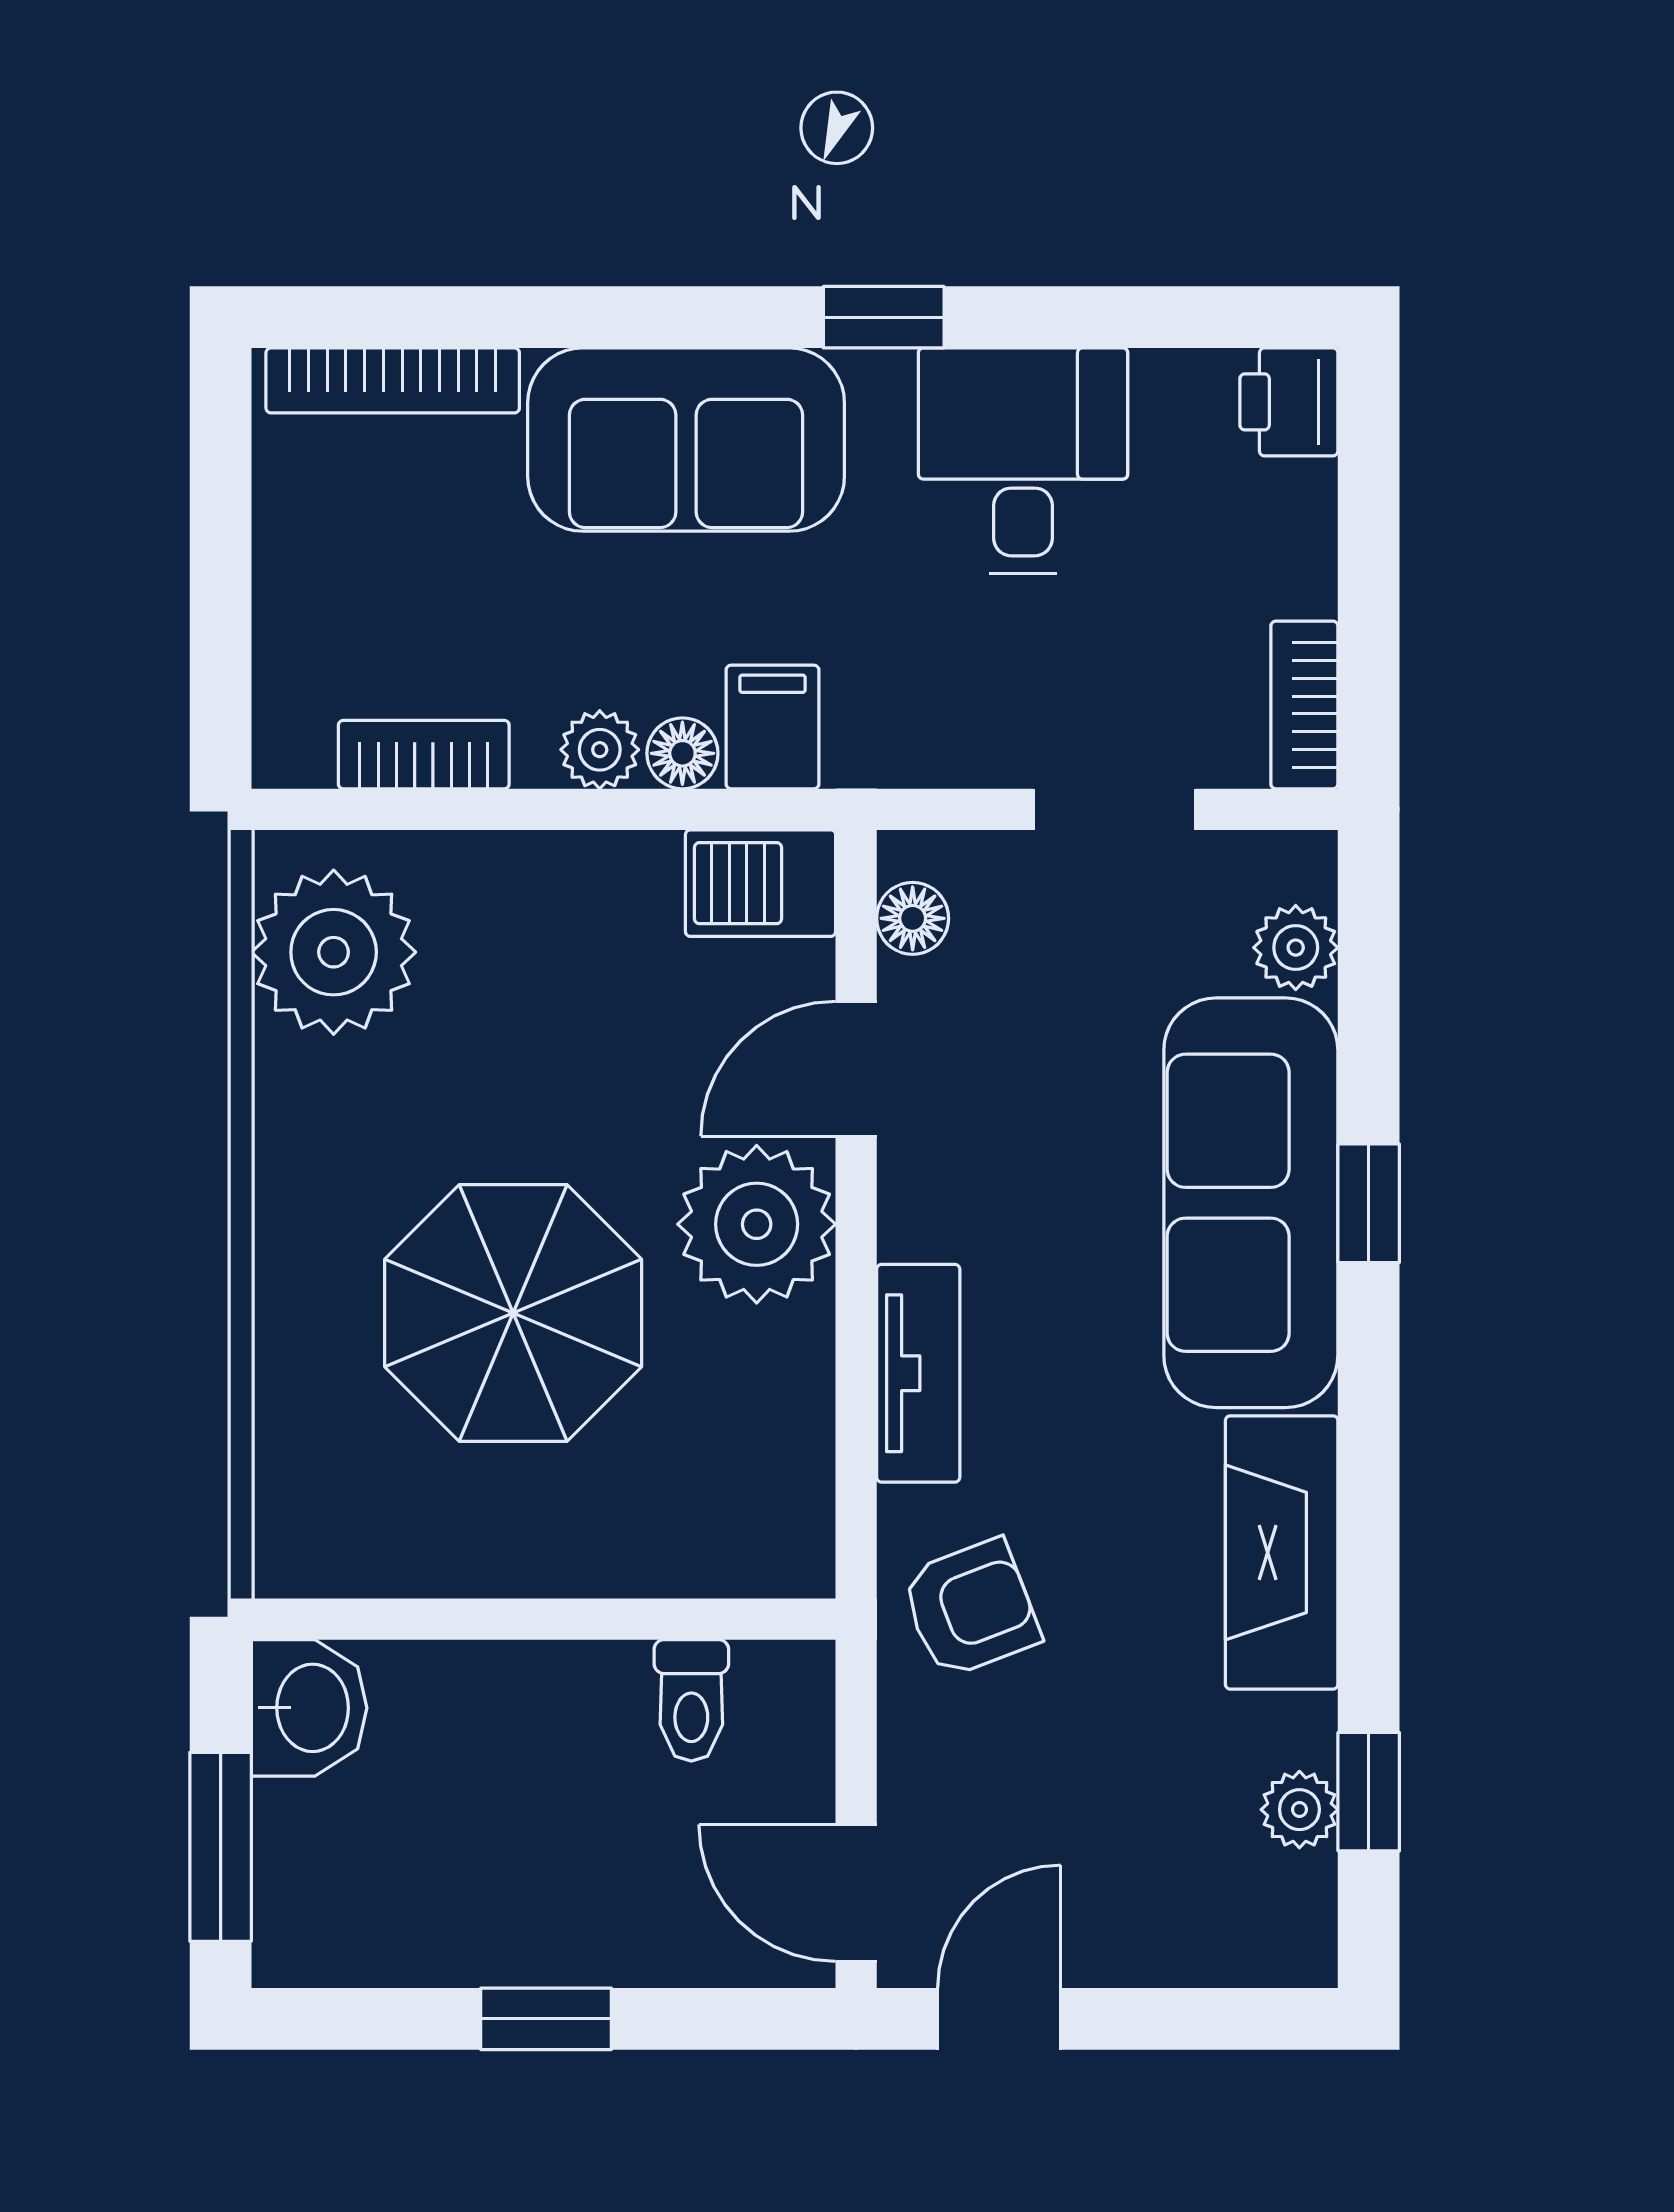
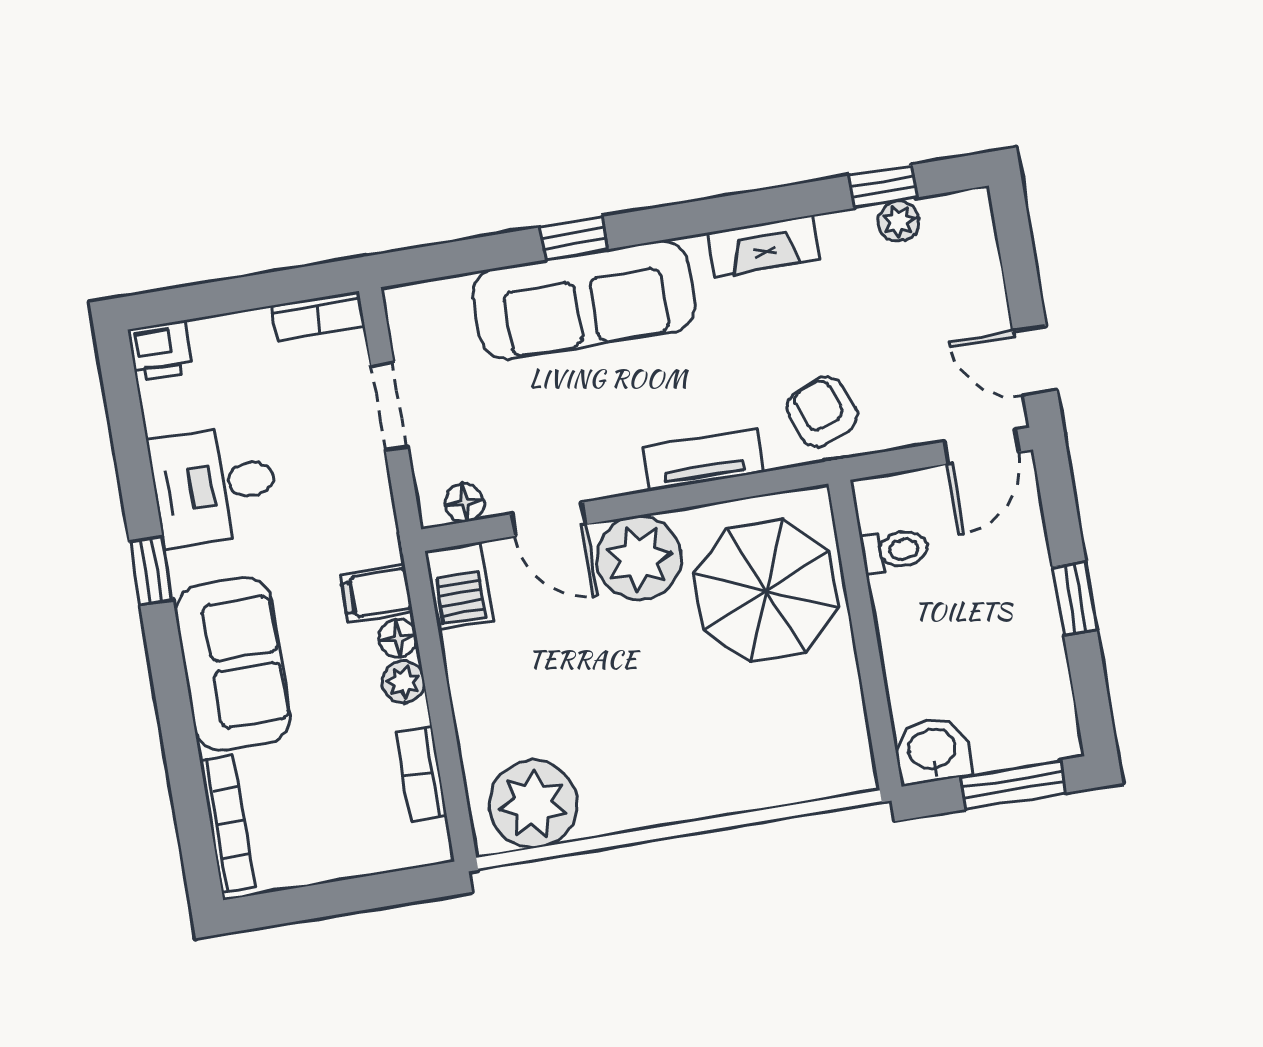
plant: (1296, 948) -> (446, 299), removed
parasol: (513, 1313) -> (766, 590), moved
fireplace: (1282, 1552) -> (764, 246), width x0.73, depth x0.76

